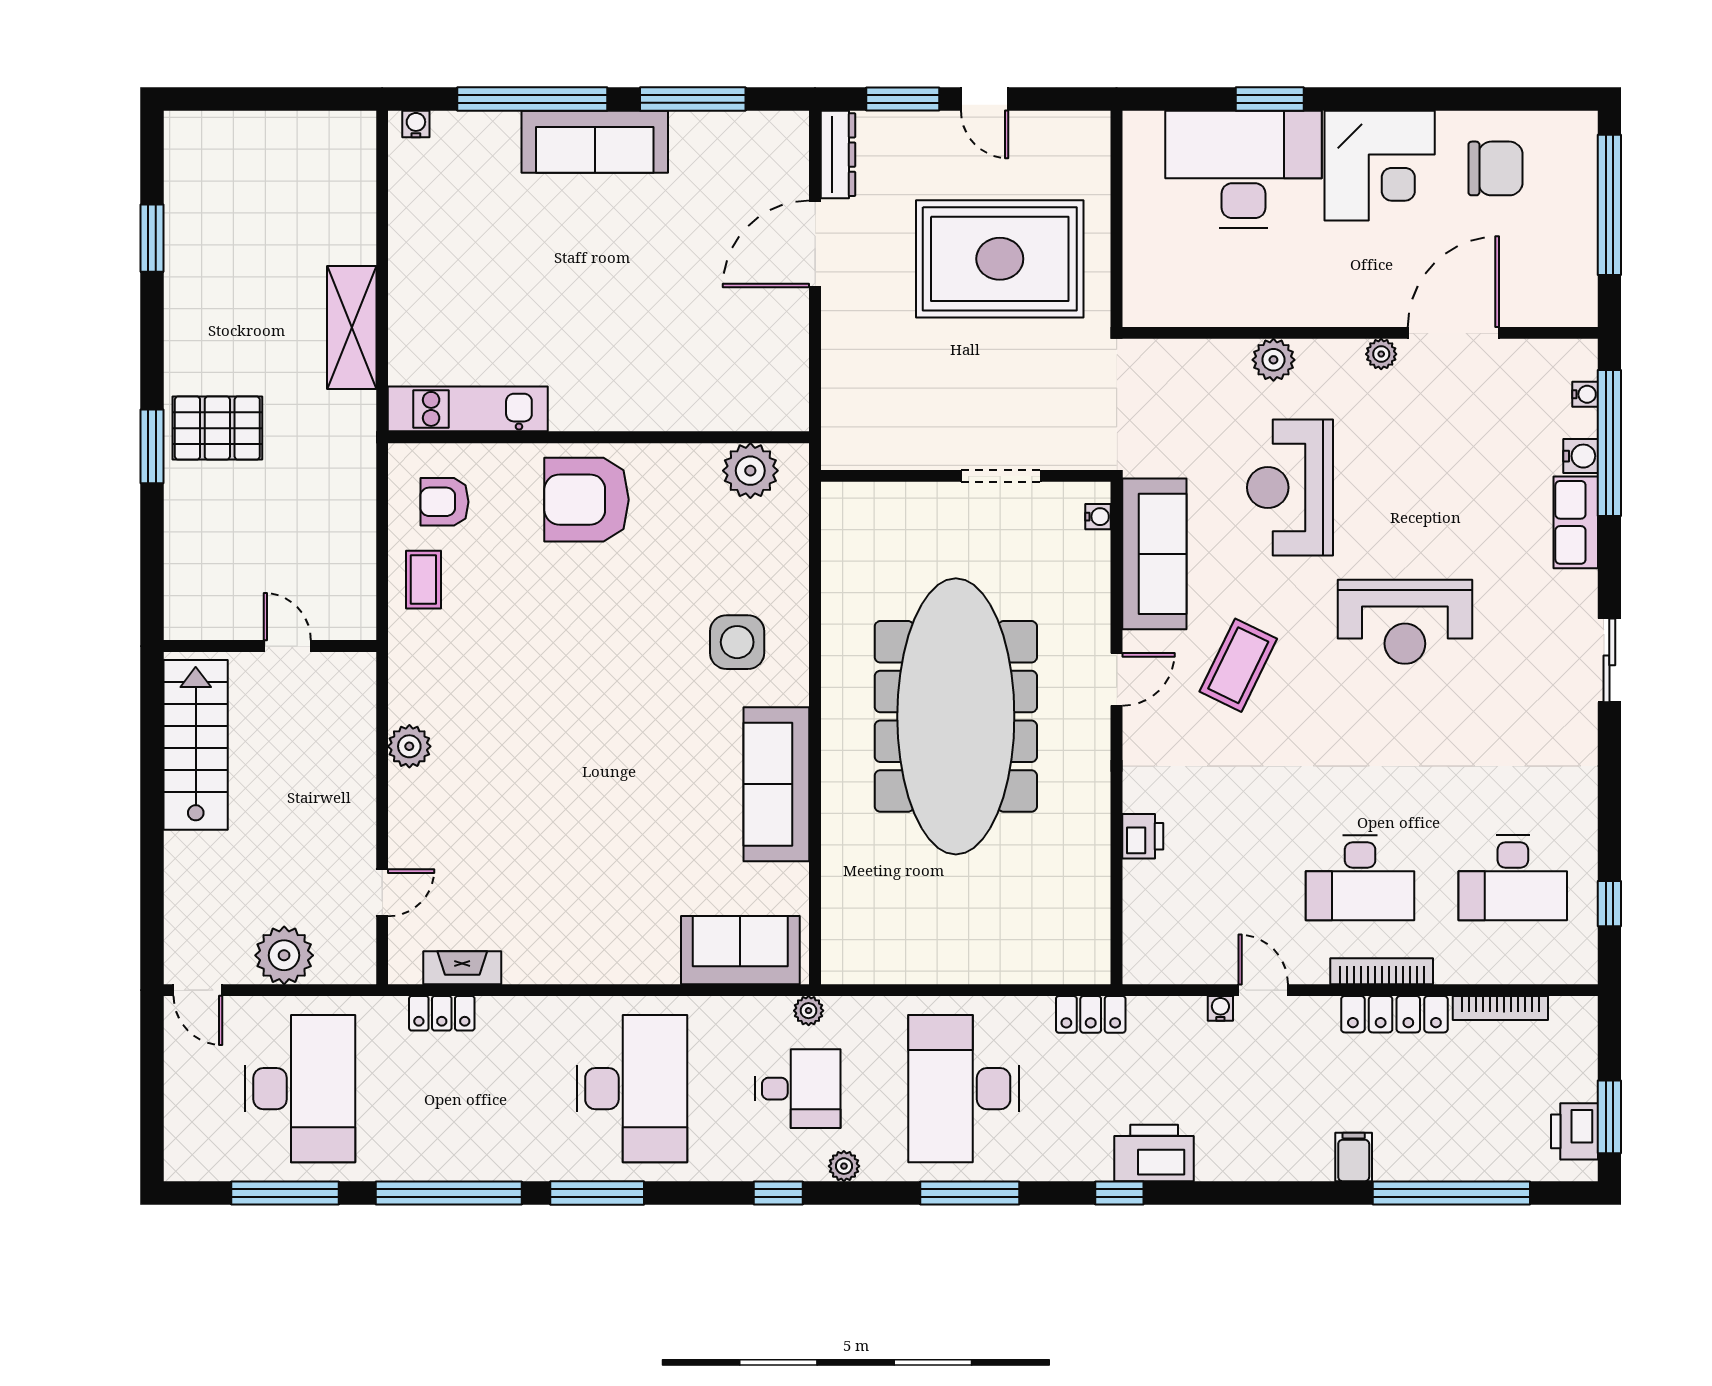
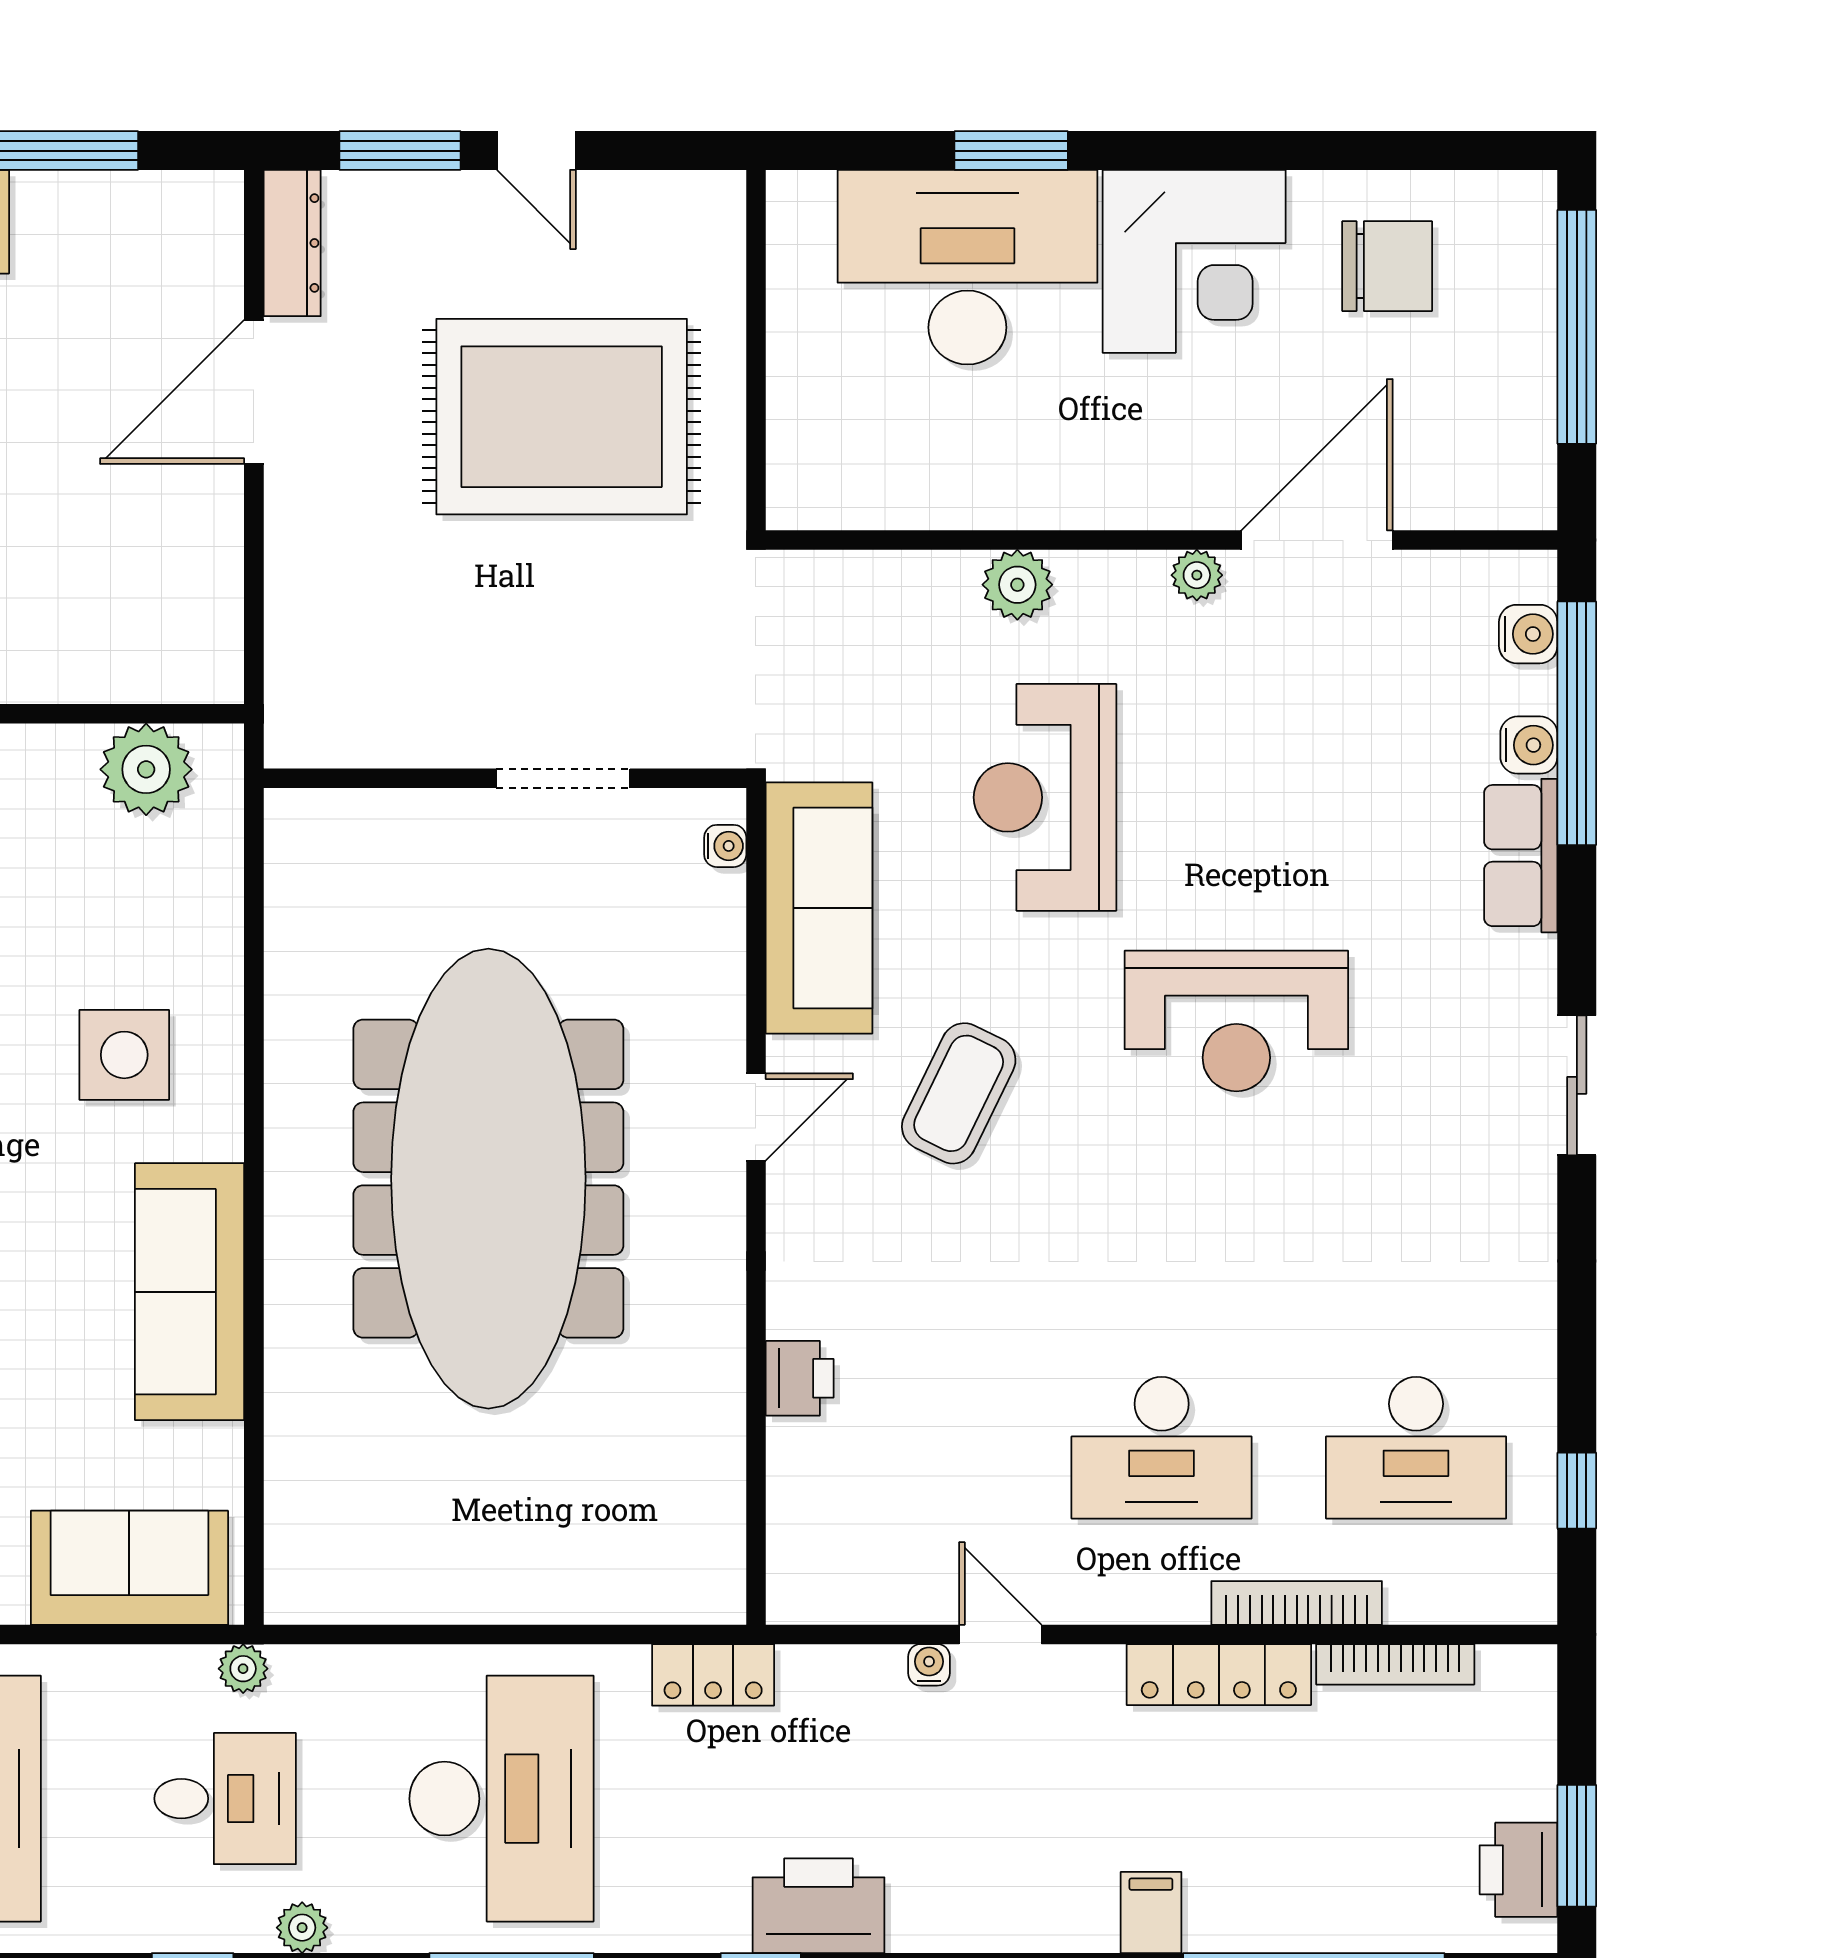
water cooler: (1585, 394) -> (1528, 634), width x1.38, depth x1.38
bookcase: (1382, 971) -> (1297, 1603), moved
desk: (964, 1089) -> (501, 1799), turned 180

